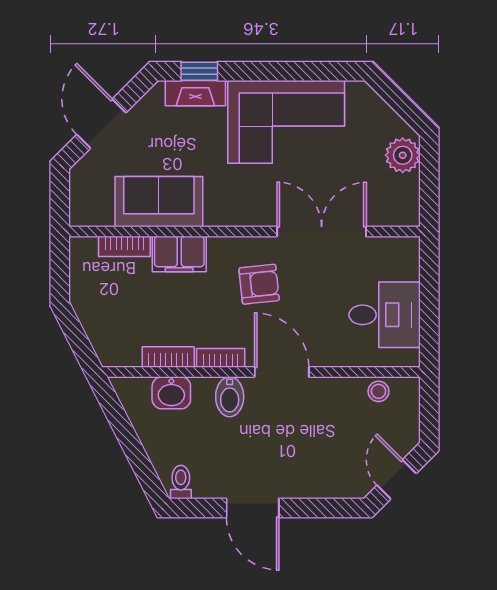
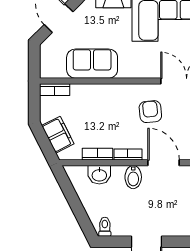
bookcase: (124, 246) -> (55, 90), moved
filing cabinet: (179, 254) -> (58, 135), moved, turned -117
armchair: (259, 284) -> (150, 112), turned -90

